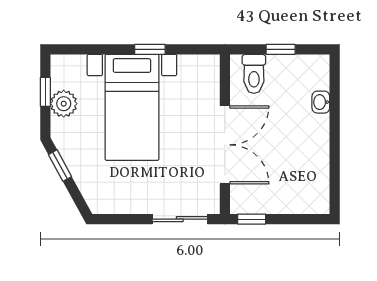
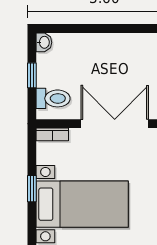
bookcase: (212, 73) -> (52, 134), added
washbasin: (321, 102) -> (44, 42), moved, turned -90

